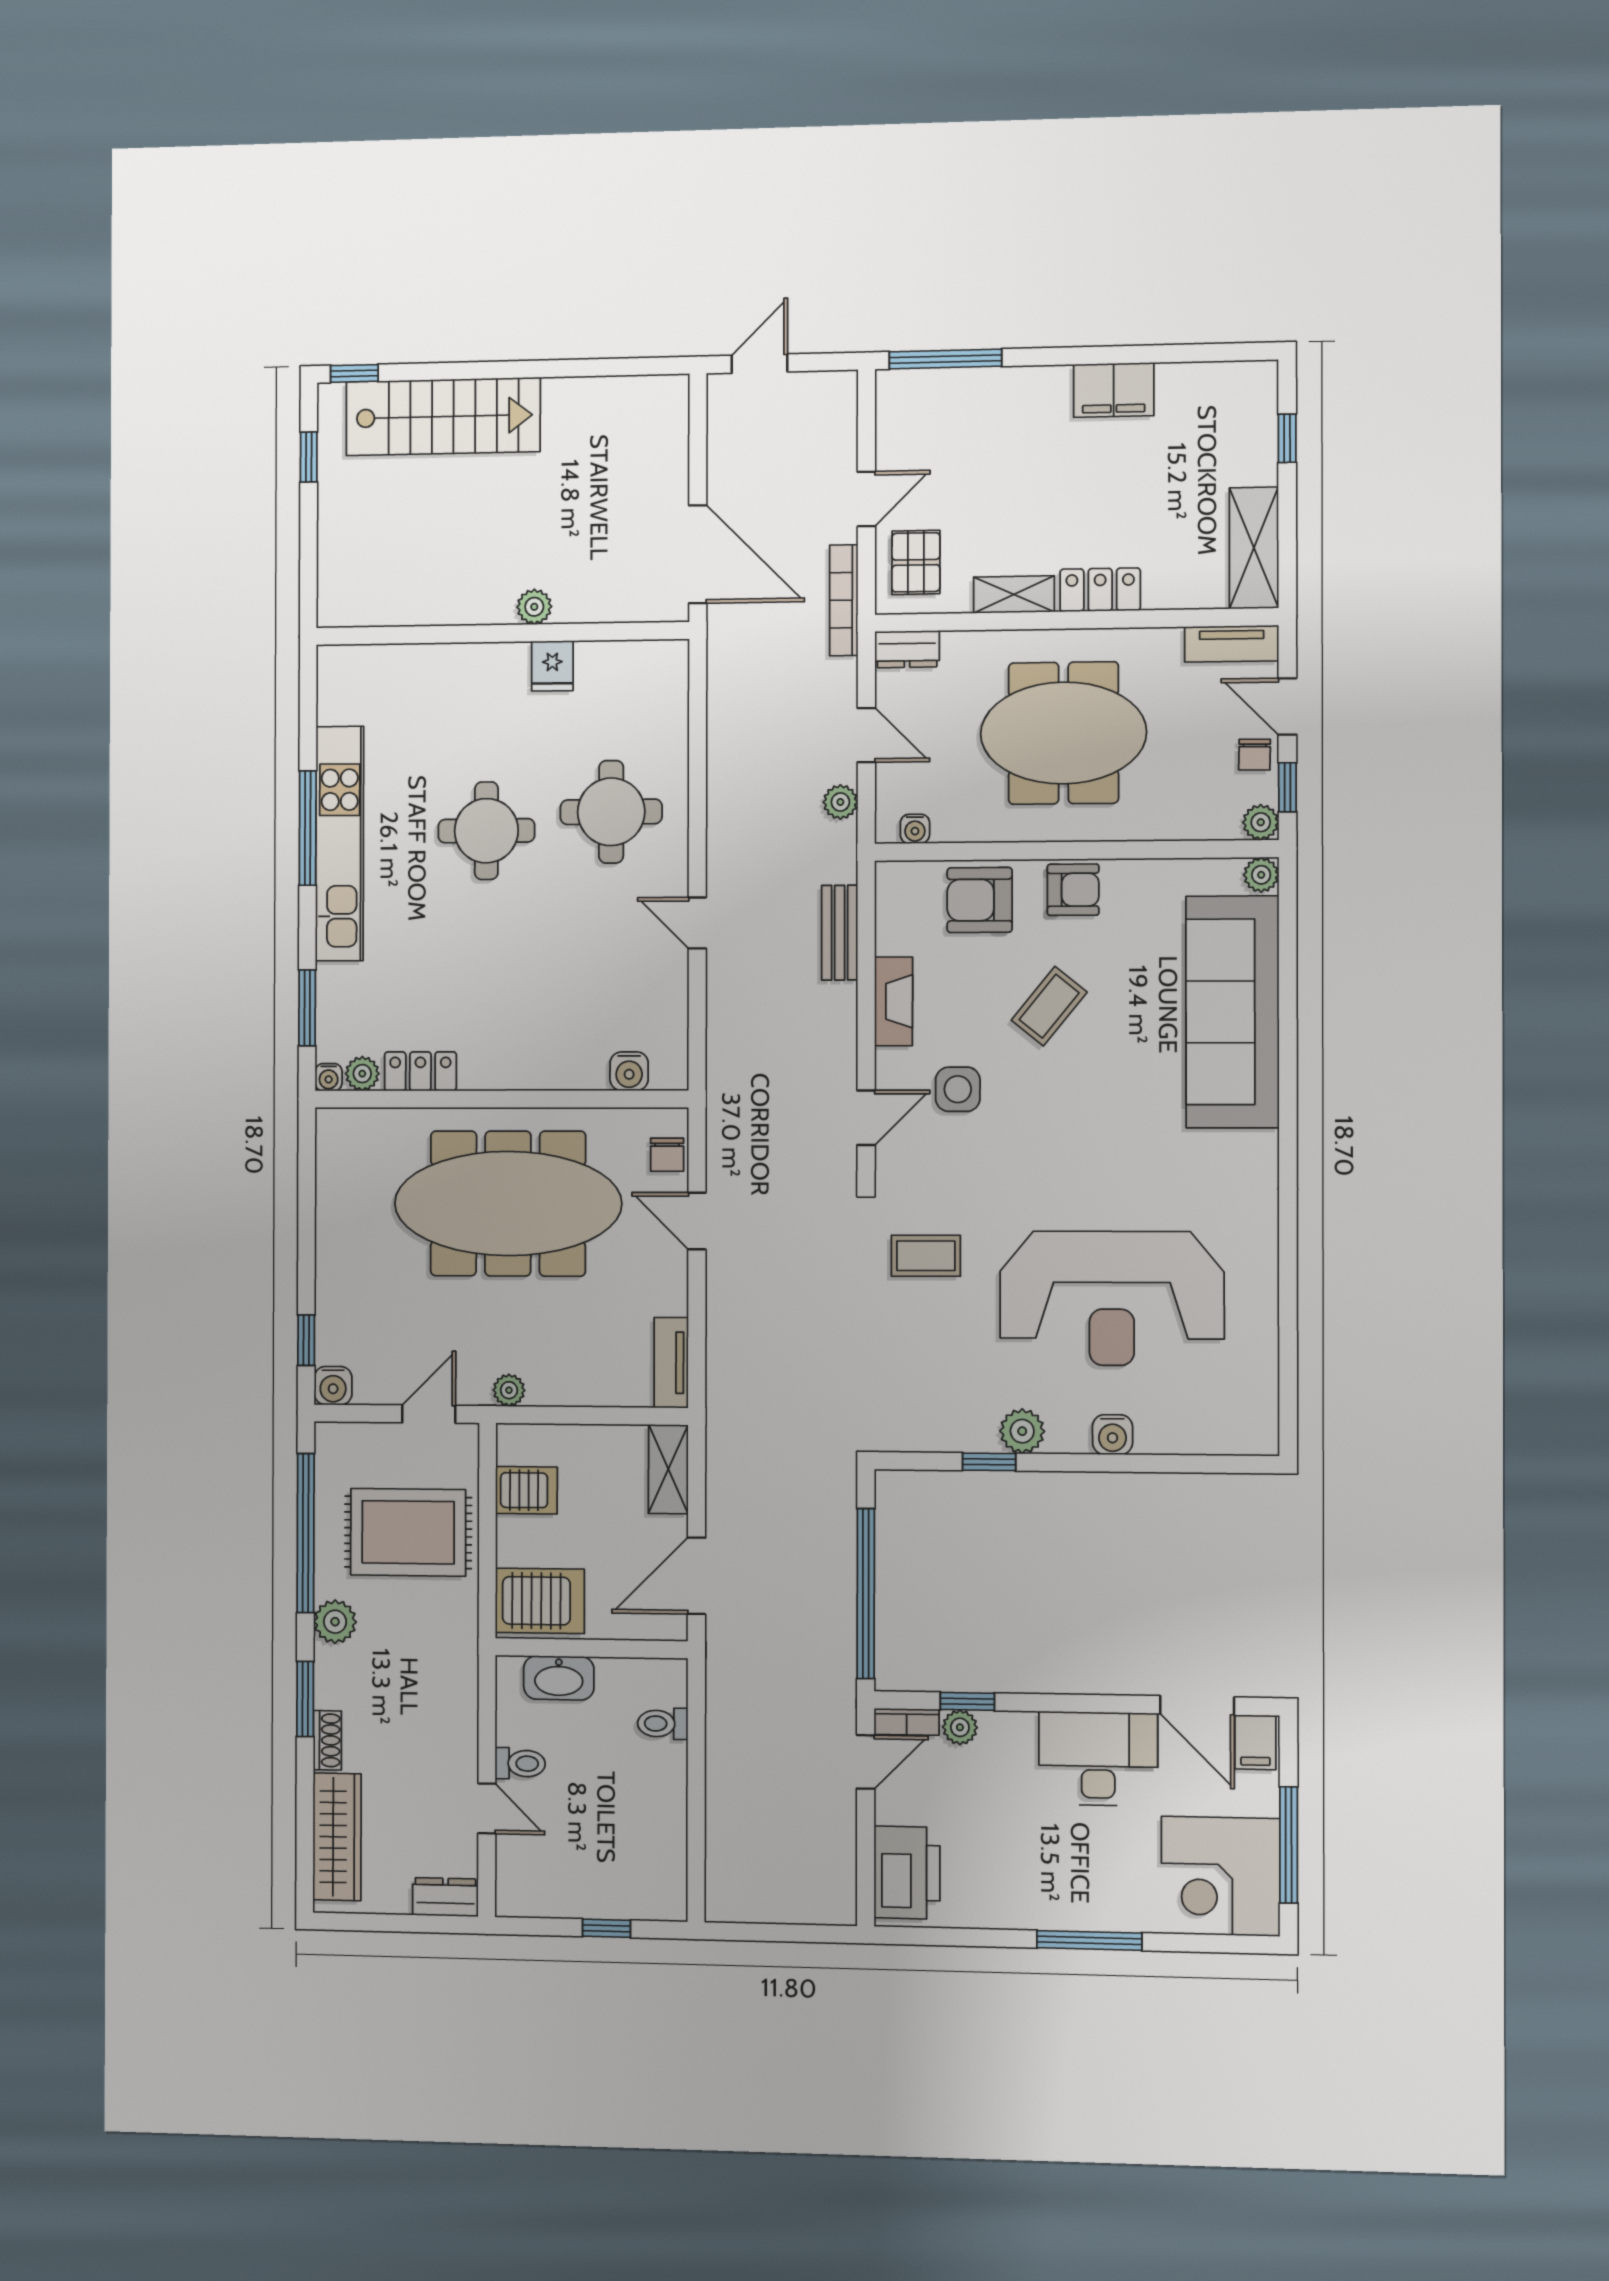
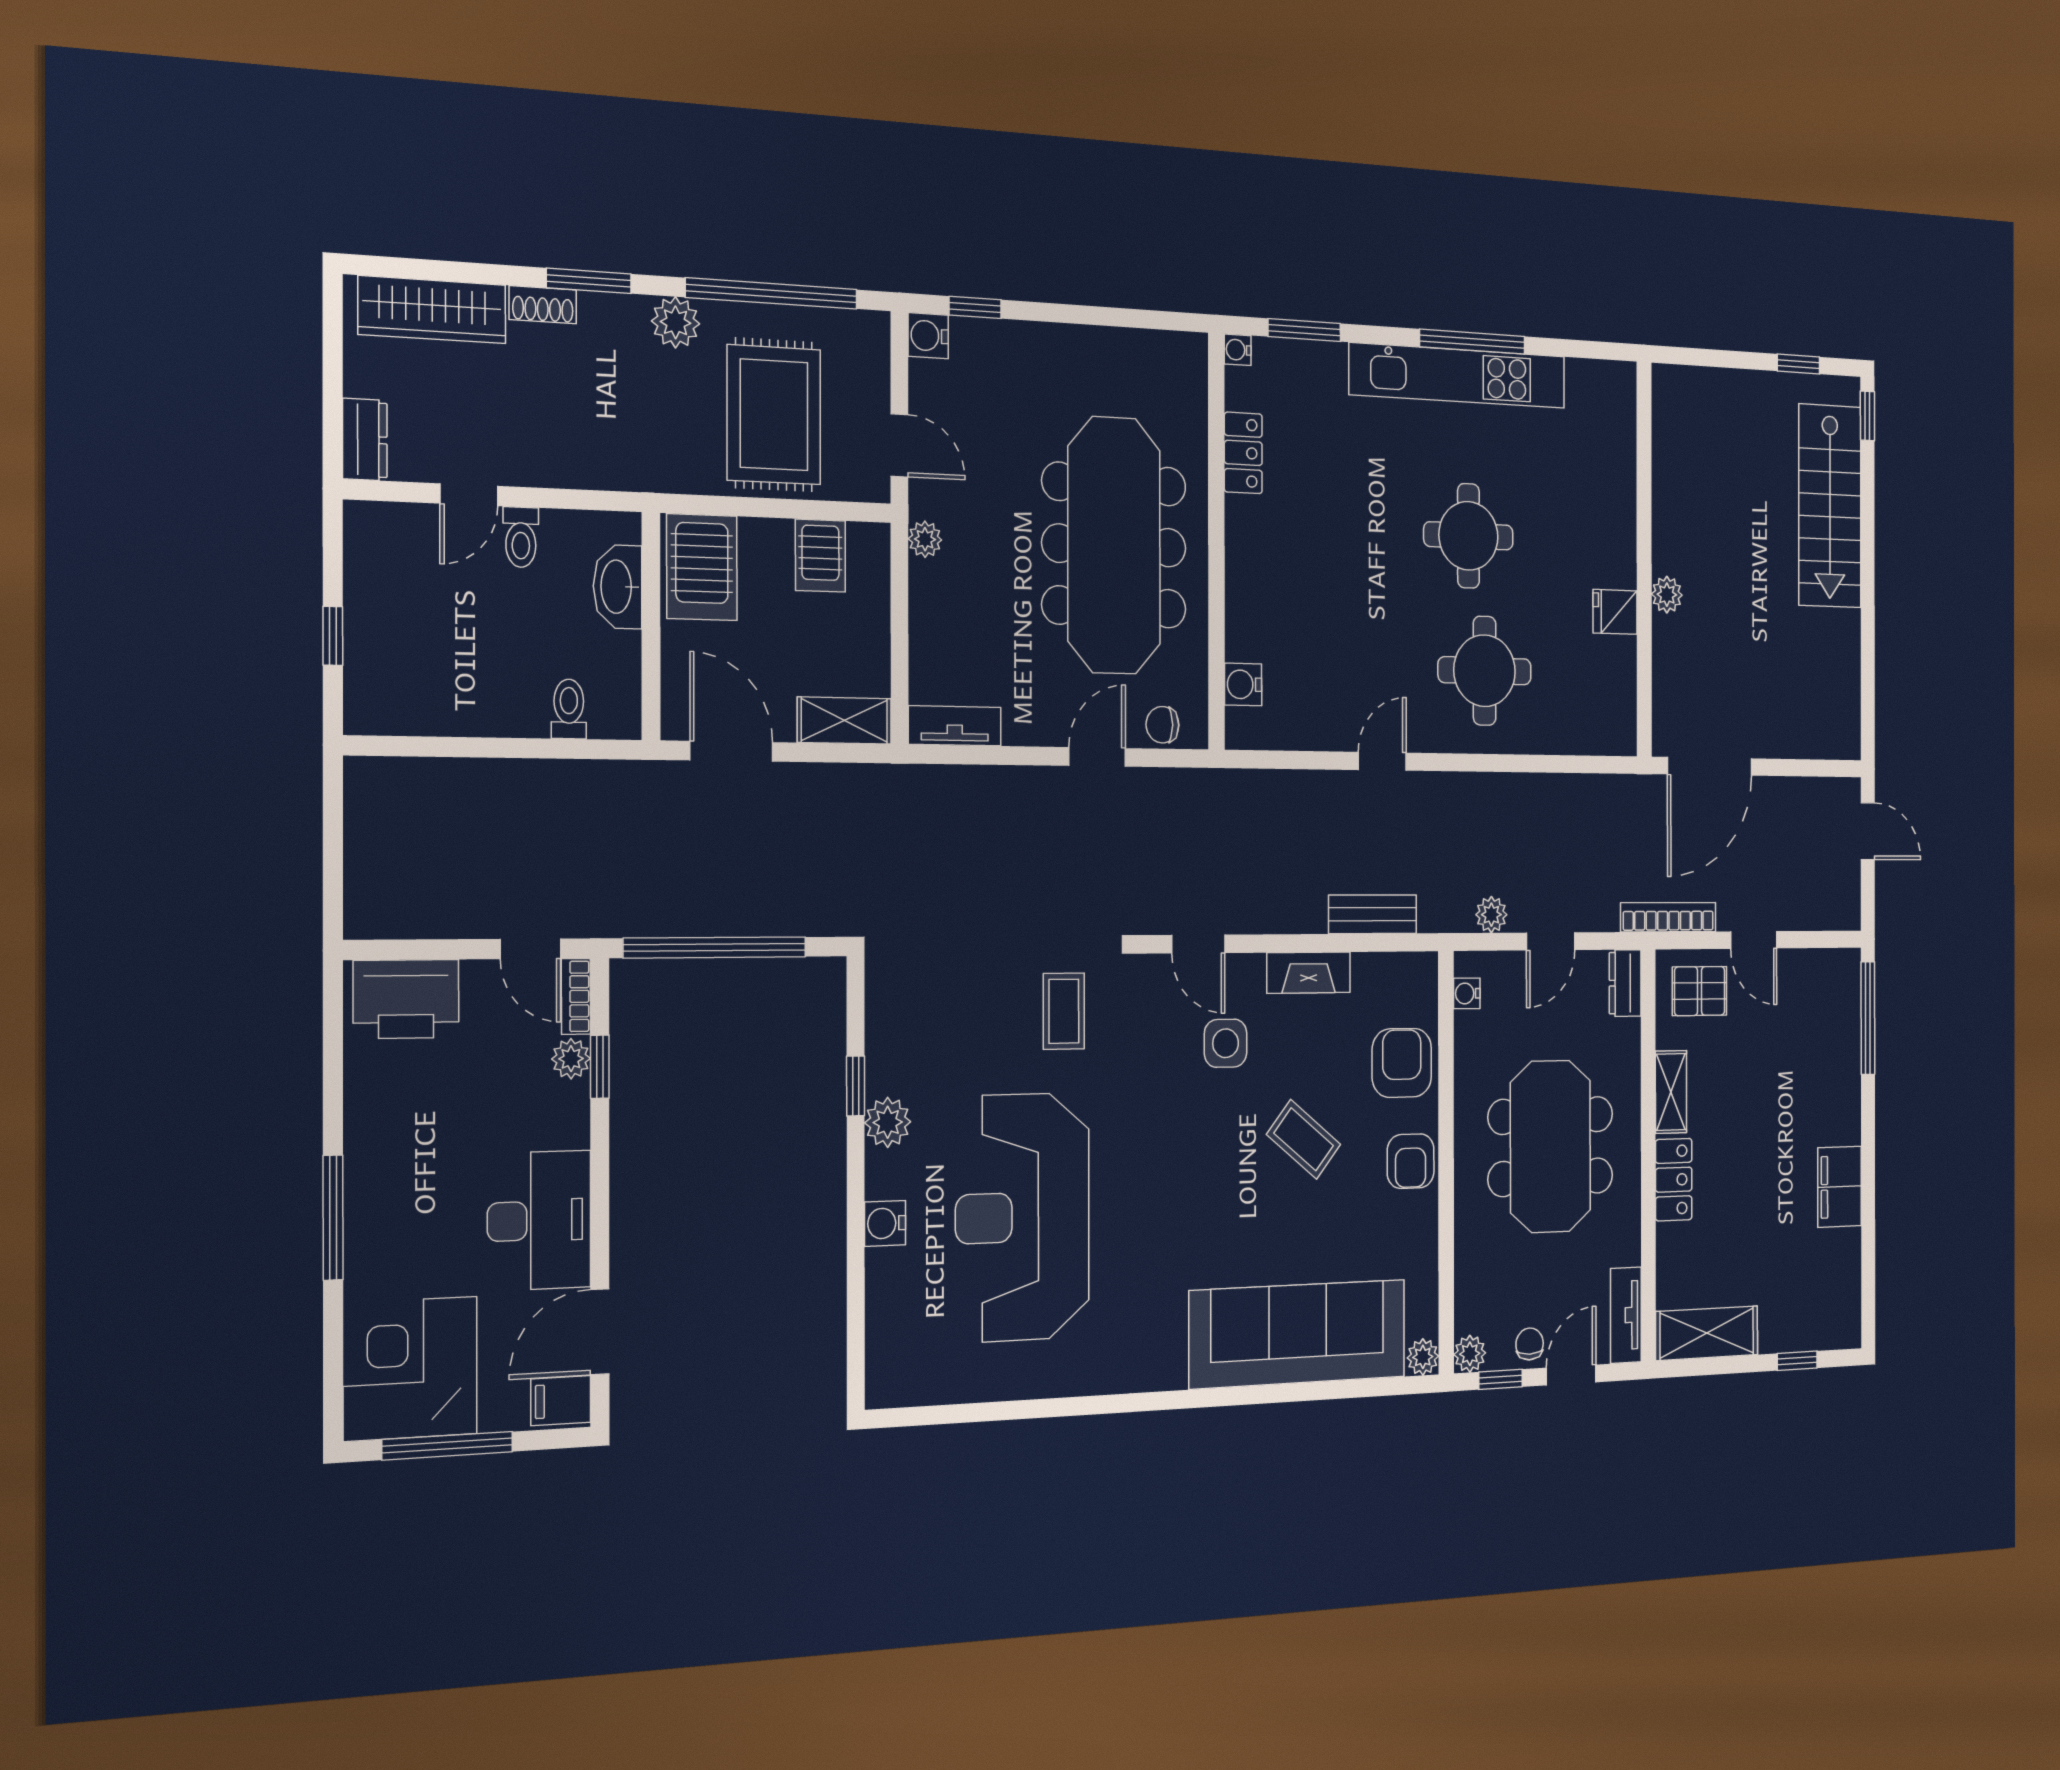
chair: (1255, 755) -> (1530, 1344), turned 89
plant: (362, 1074) -> (1241, 388), removed

